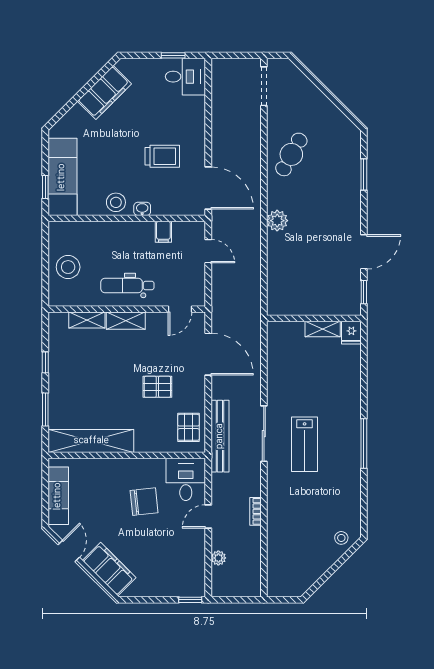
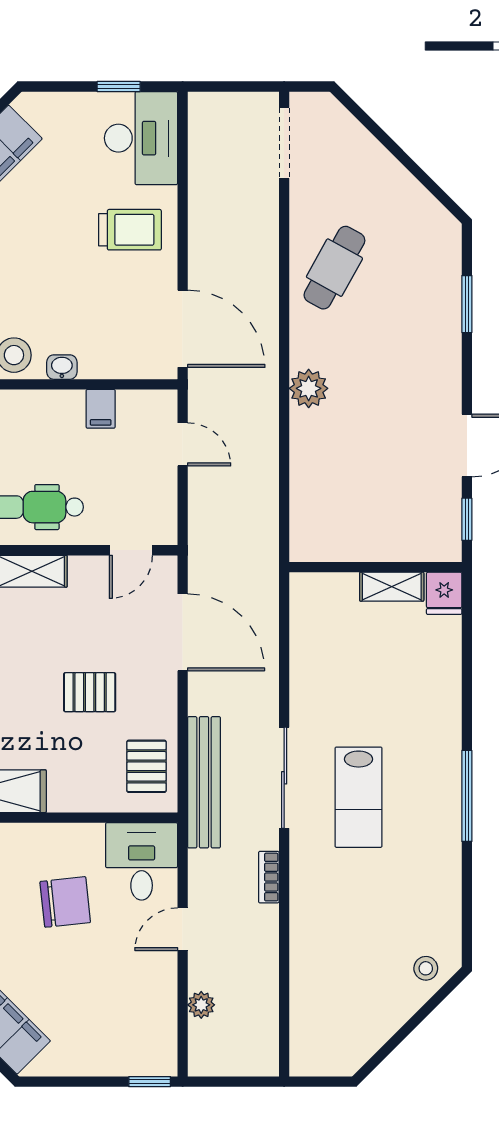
desk: (185, 77) -> (141, 138), width x1.37
trolley: (162, 156) -> (130, 230), moved
bookcase: (255, 511) -> (269, 877), moved

